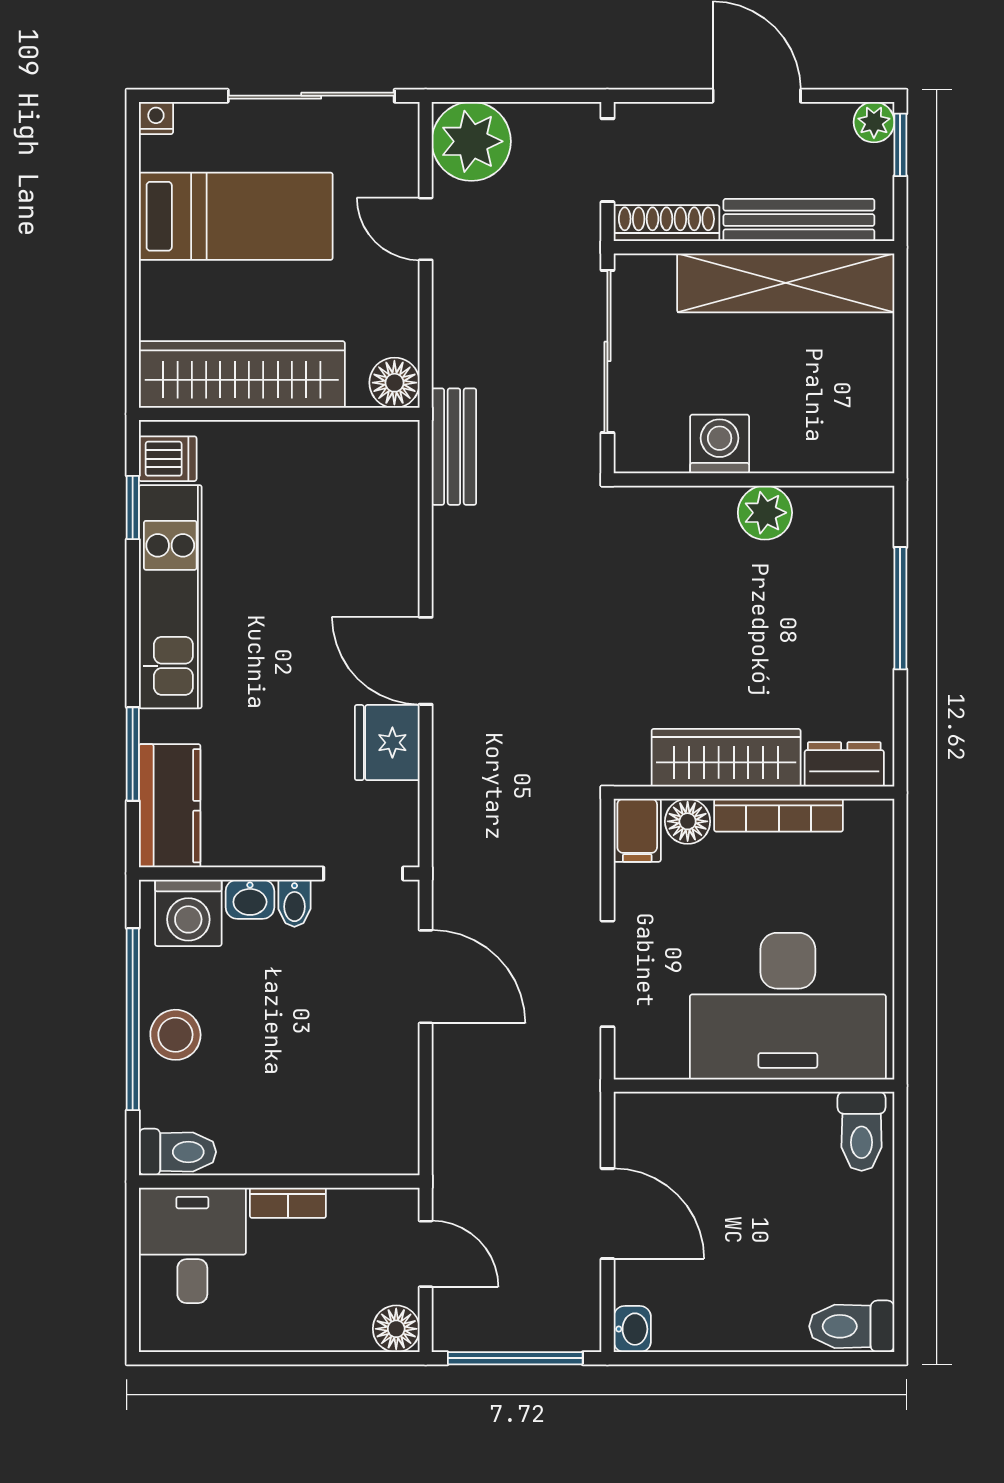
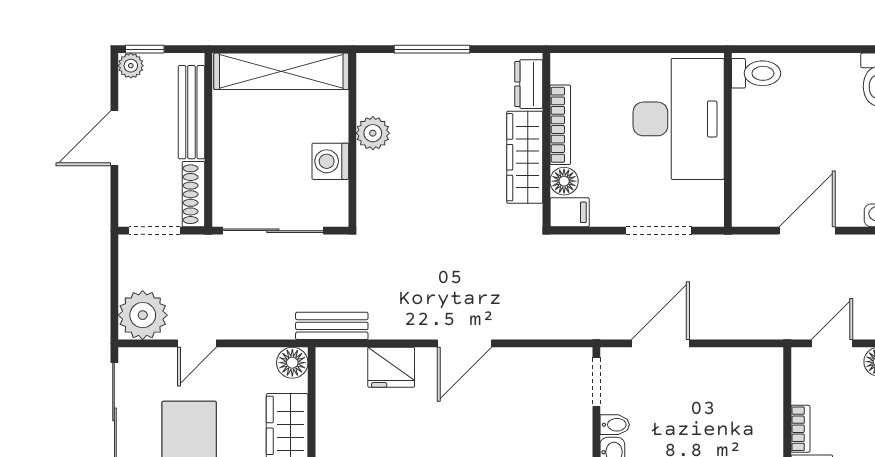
shelving: (786, 283) -> (281, 71), moved, turned 90
fridge: (387, 743) -> (391, 367), moved

